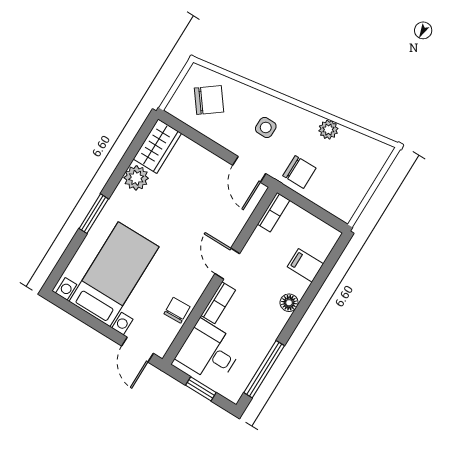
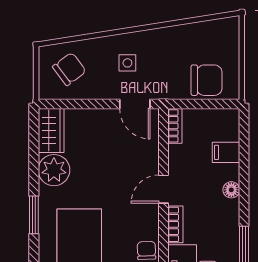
plant: (328, 130) -> (178, 34), removed
chair: (299, 172) -> (207, 80), moved, width x1.37, depth x1.37
plant: (136, 178) -> (54, 170), width x1.36, depth x1.36
door: (227, 264) -> (163, 189), hinge flipped

